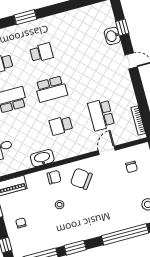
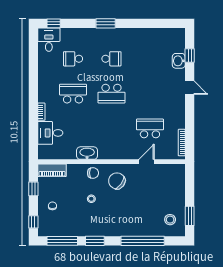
school desk: (101, 115) -> (150, 128), turned 90
school desk: (61, 125) -> (111, 128), removed
chair: (131, 167) -> (165, 182), removed

